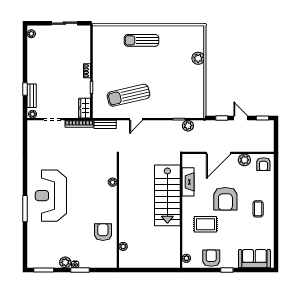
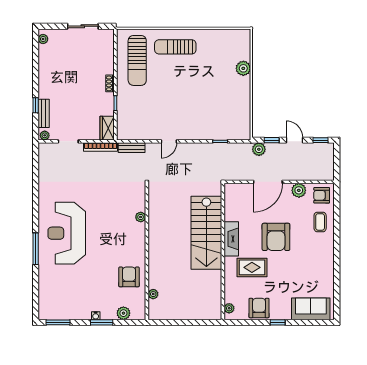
sun lounger: (128, 95) -> (137, 60), moved, turned -77
plant: (188, 126) -> (259, 149), moved
armchair: (263, 164) -> (322, 195), turned 90
fireplace: (188, 182) -> (231, 239), moved
coffee table: (258, 209) -> (320, 222), moved
plant: (65, 262) -> (123, 313), moved

